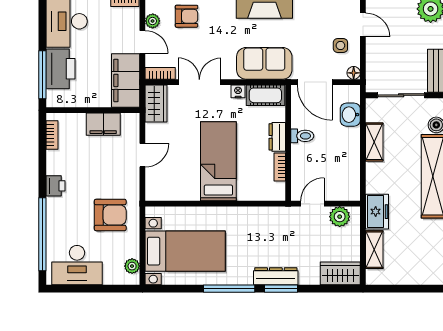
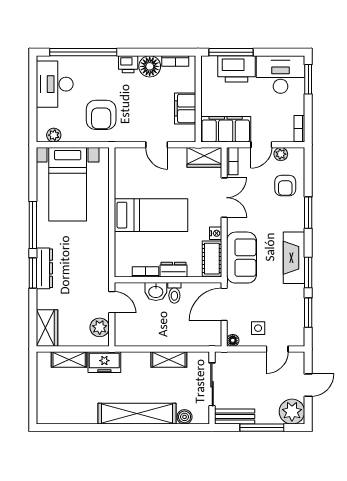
washbasin: (350, 115) -> (156, 291), moved, turned 180
floor lamp: (58, 163) -> (150, 66), added

